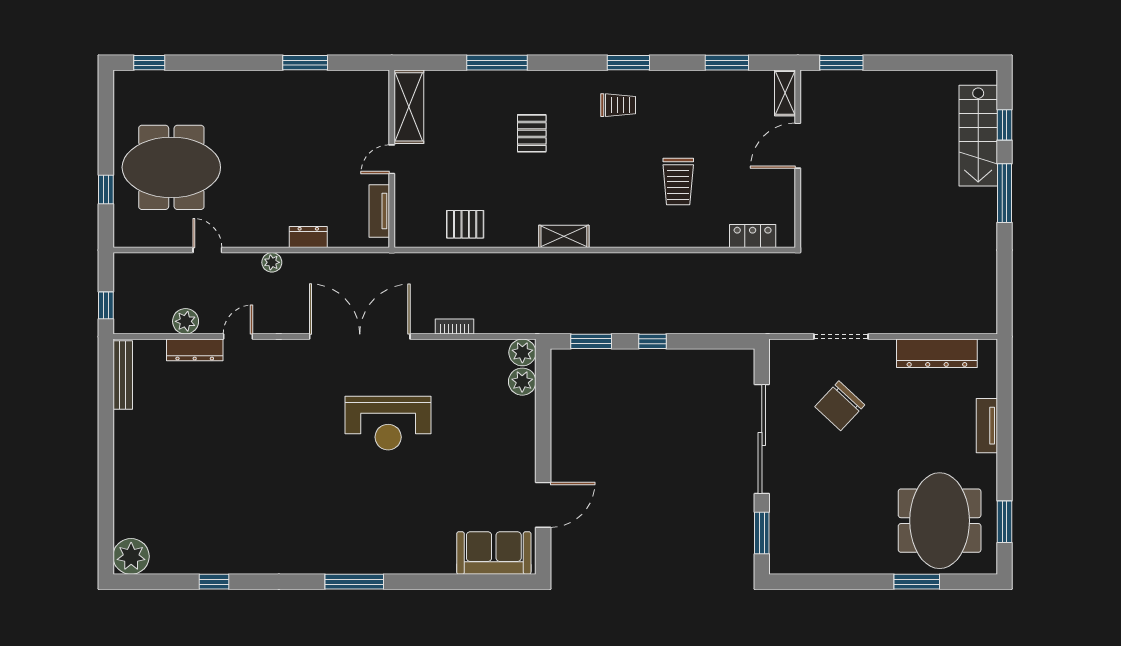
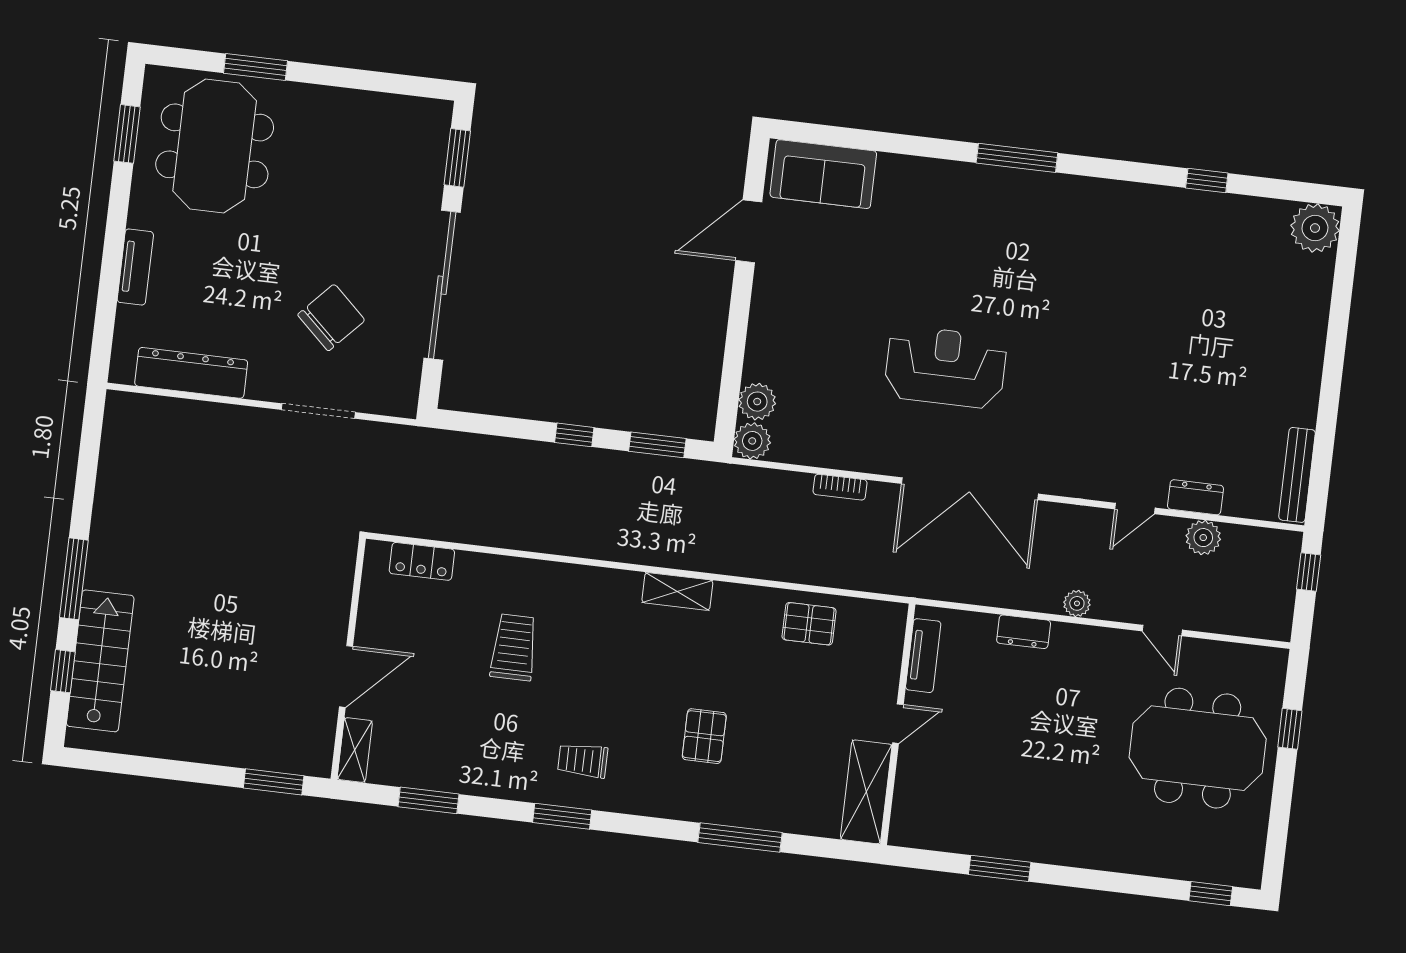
dresser: (195, 350) -> (1195, 497), width x0.70

